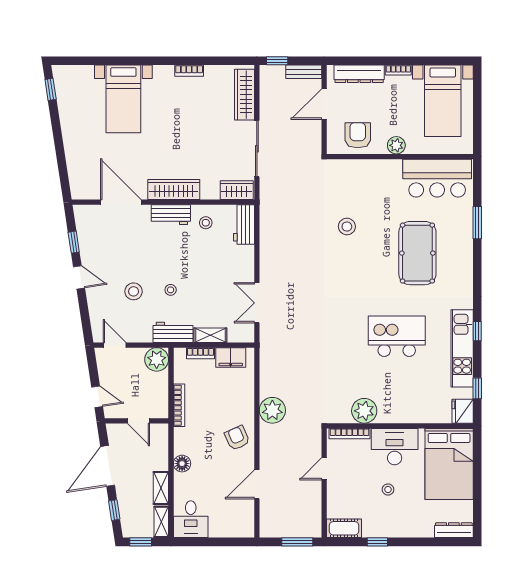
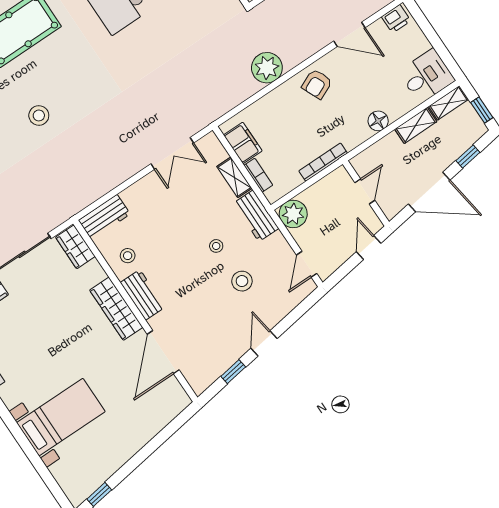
printer: (246, 525) -> (396, 19), added

